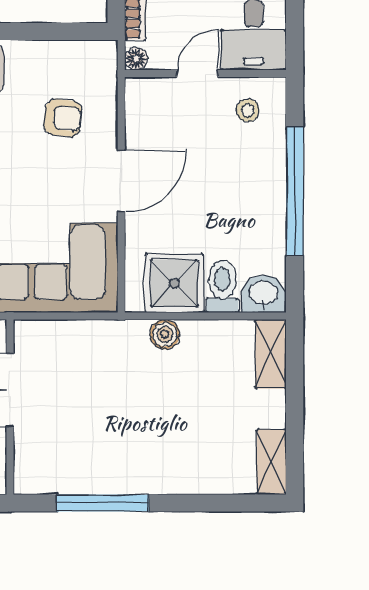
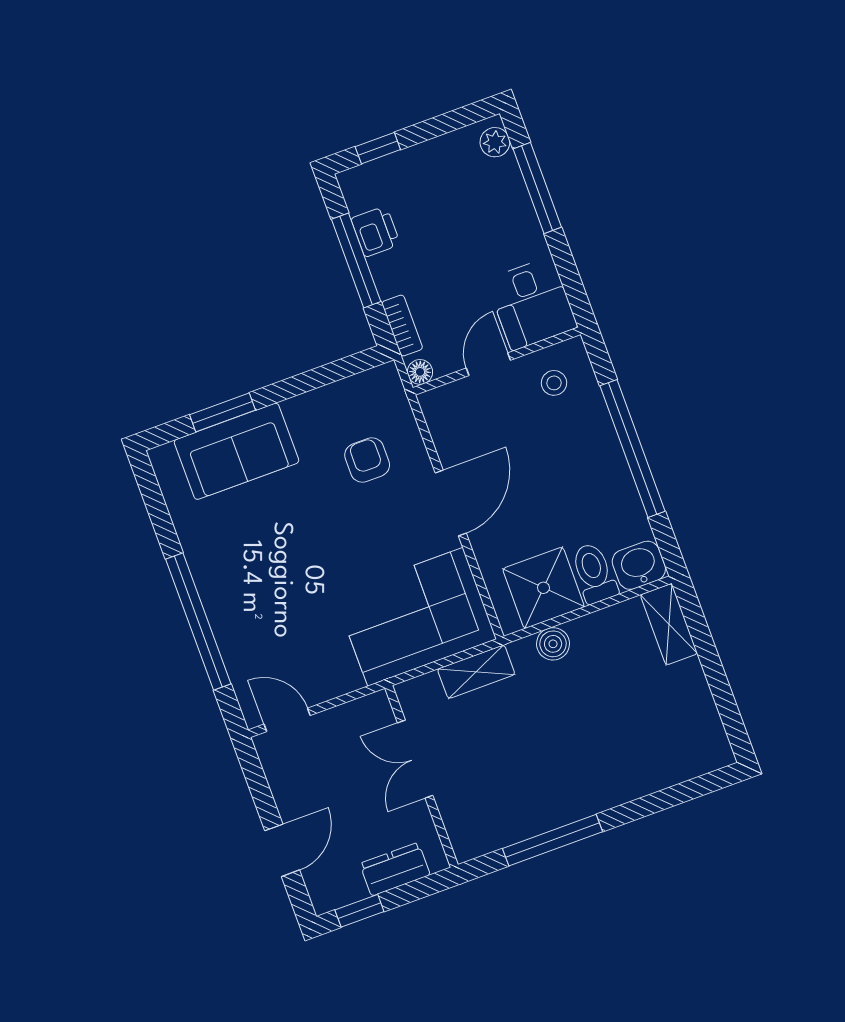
armchair: (63, 118) -> (367, 460), turned -97
shelving: (271, 462) -> (476, 672), moved, turned 90

